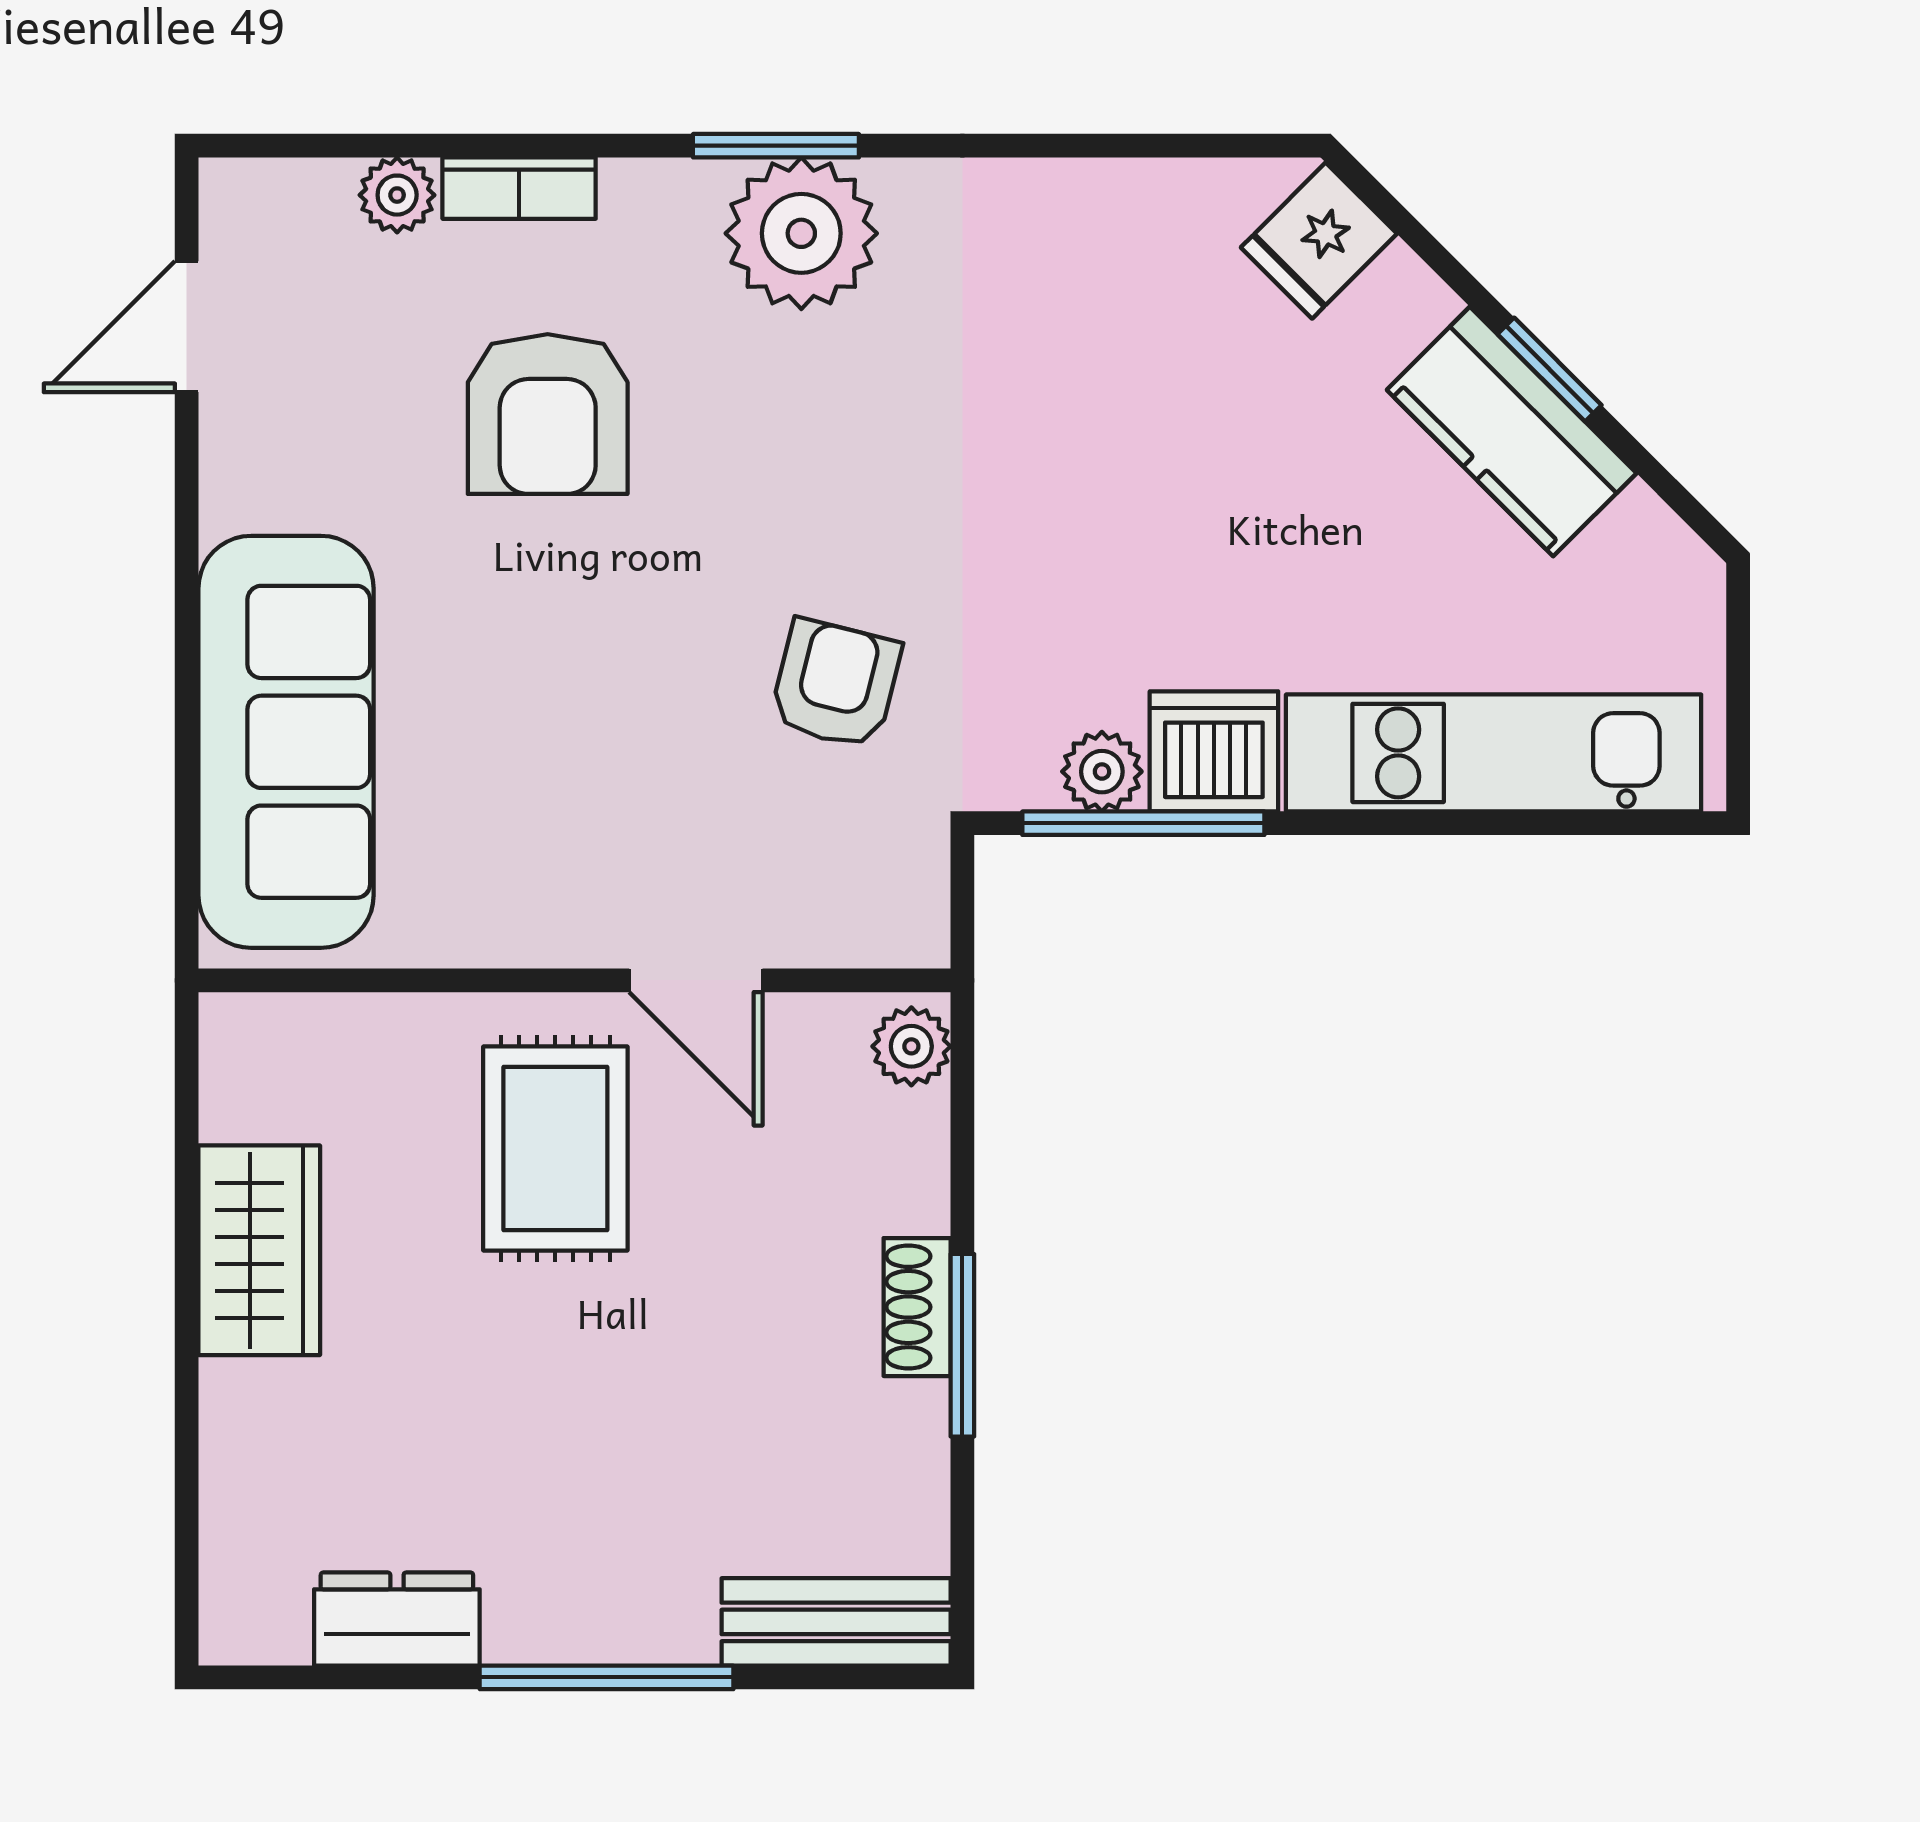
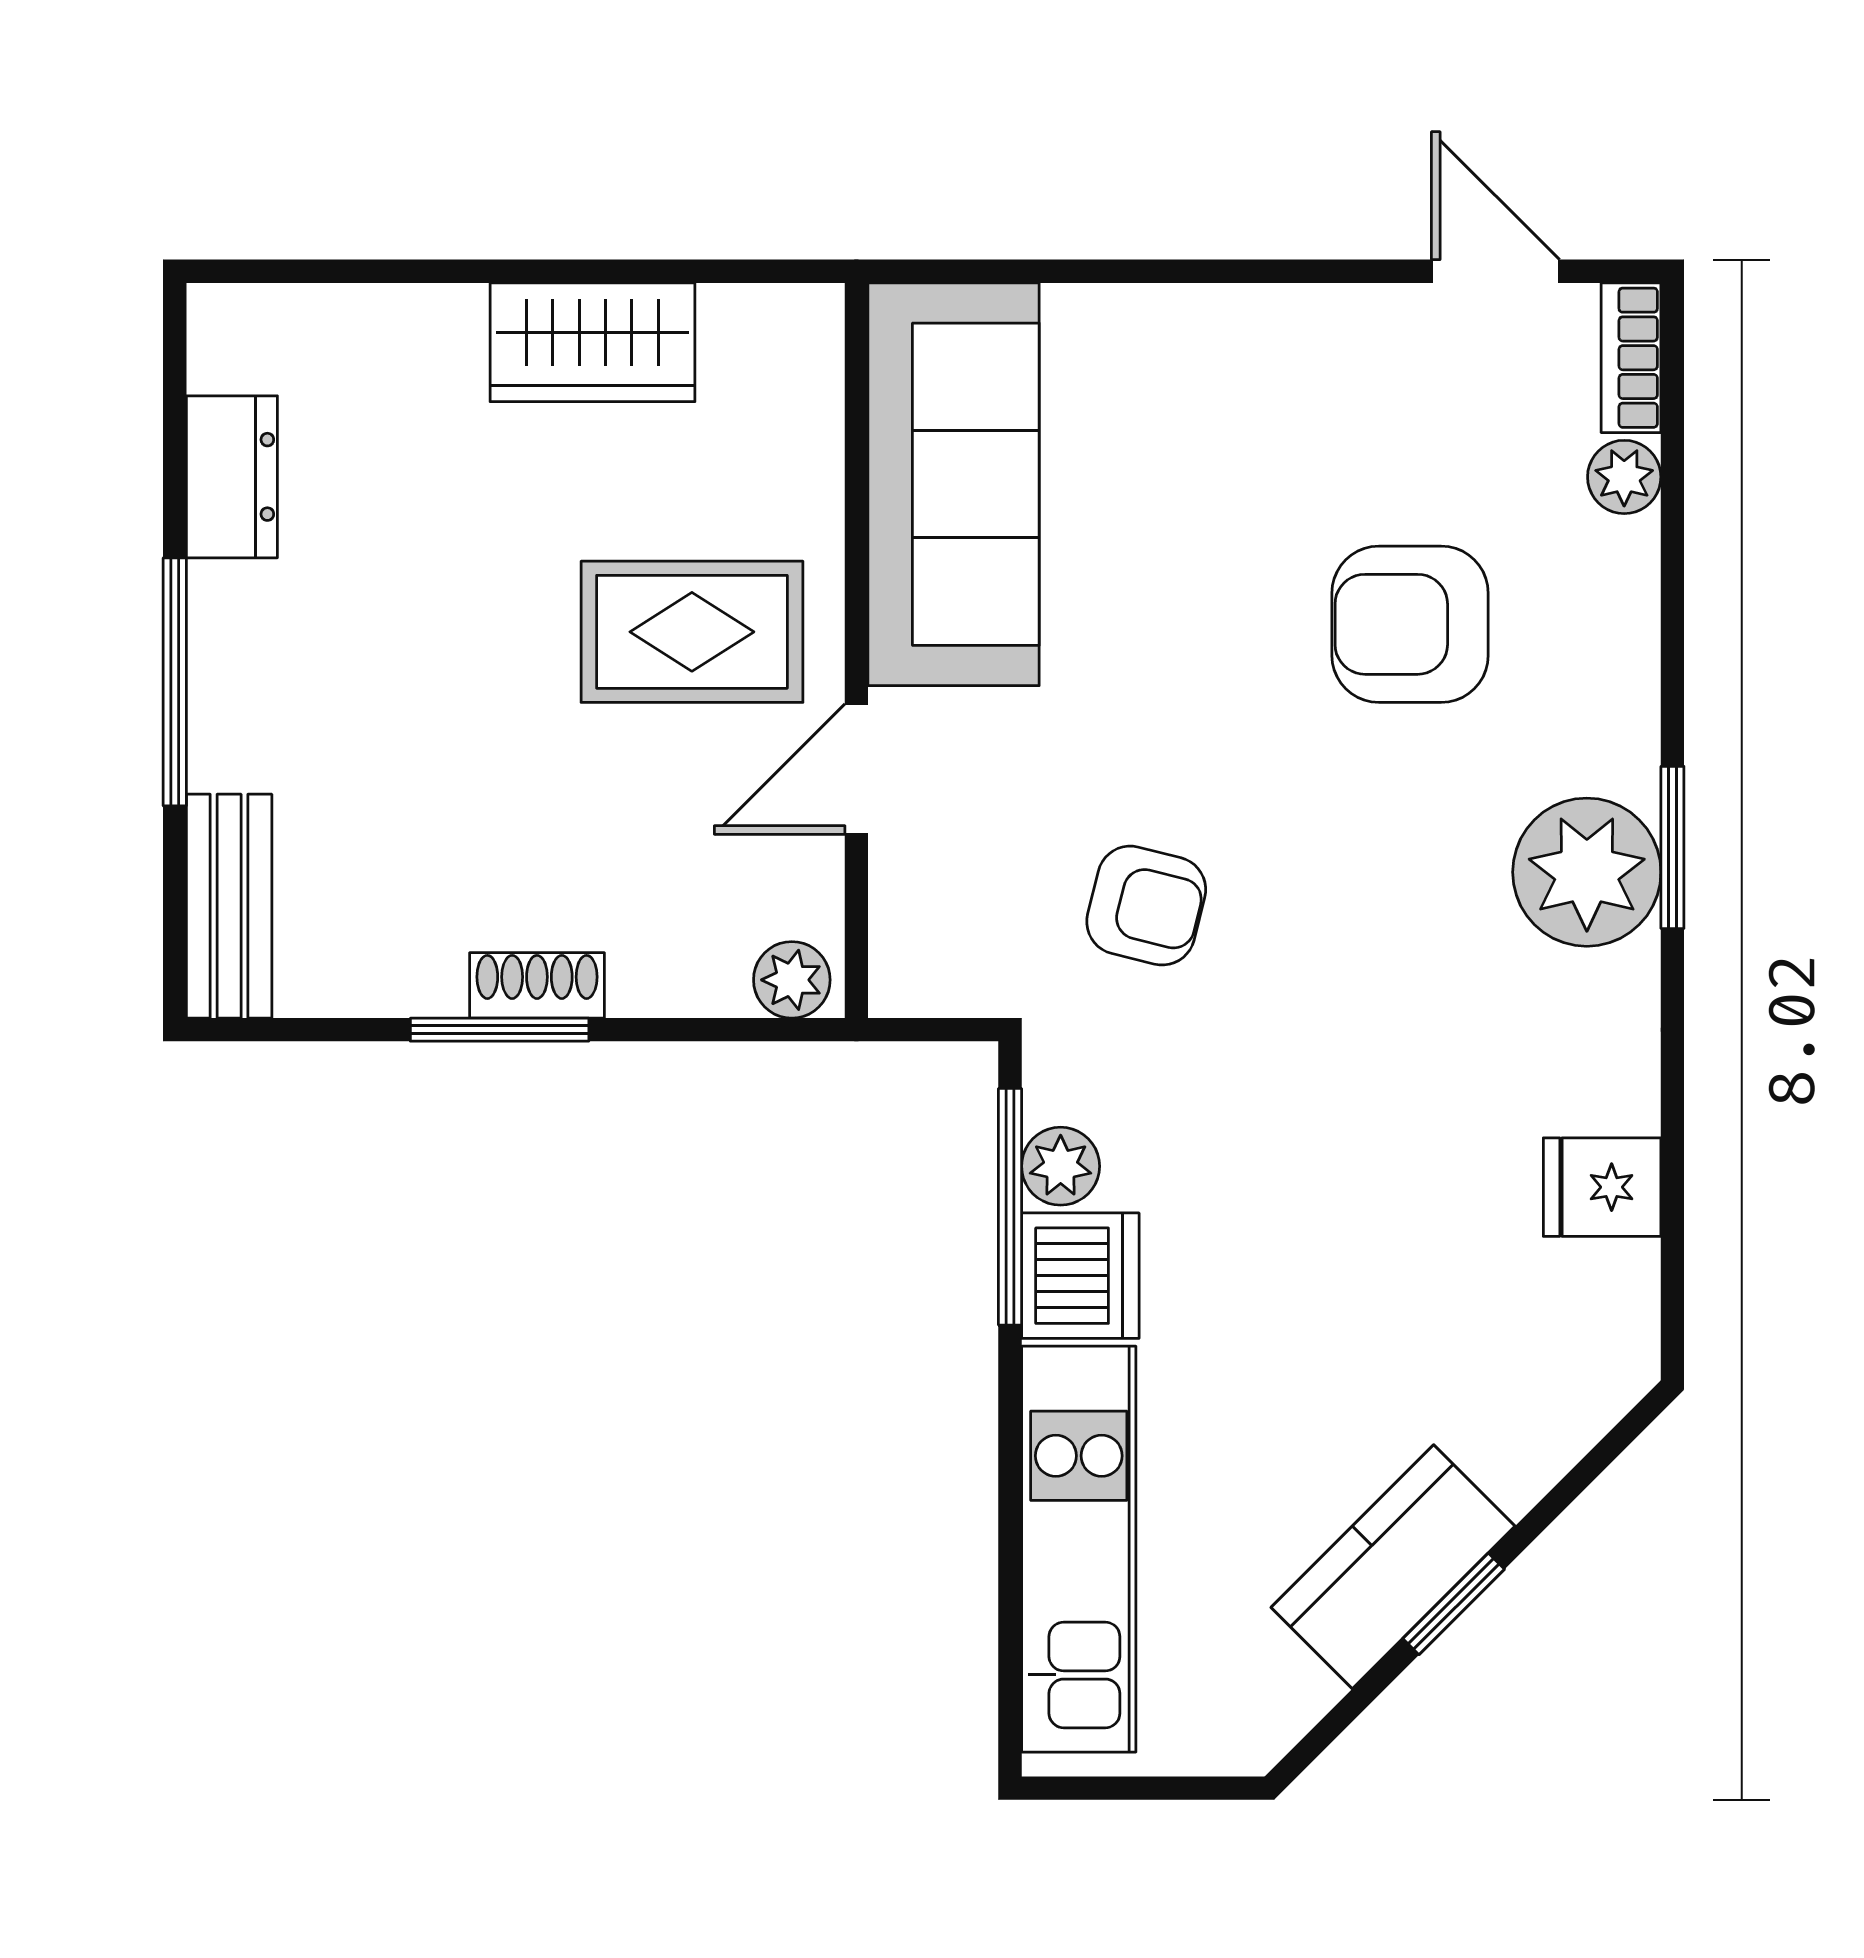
bookcase: (519, 188) -> (1631, 358), moved
fridge: (1319, 241) -> (1602, 1187), moved, turned -45
sofa: (286, 742) -> (954, 484), moved, turned -90

